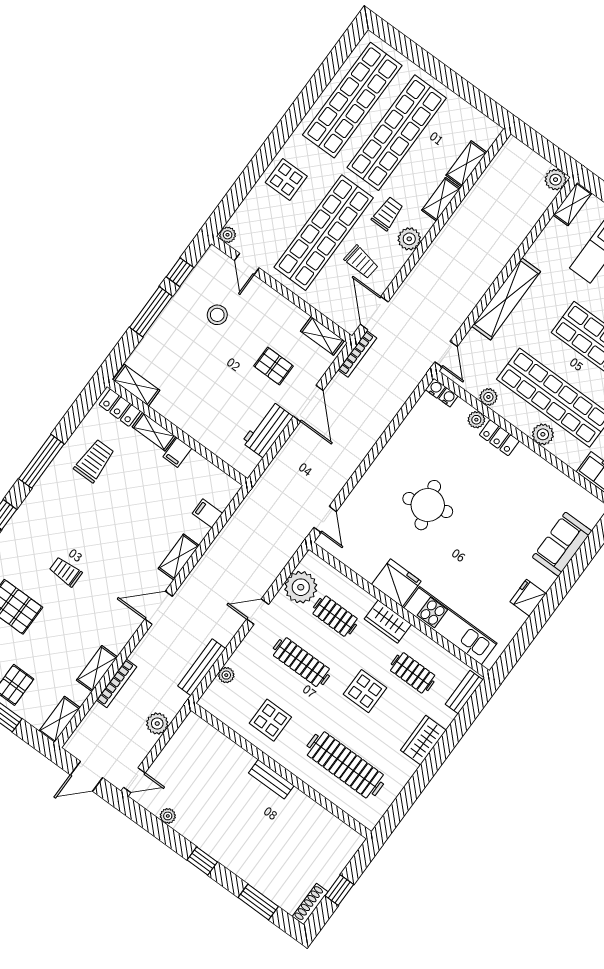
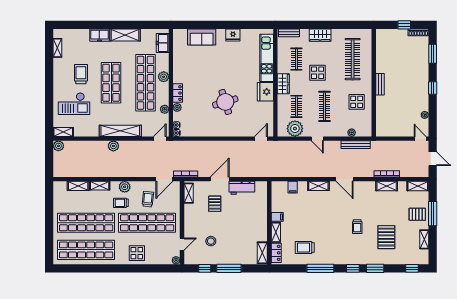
plant: (157, 724) -> (113, 146), moved

